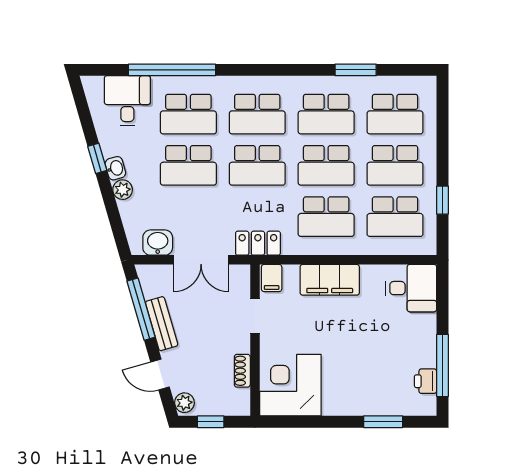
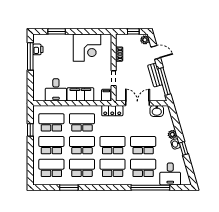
desk: (411, 288) -> (56, 90), moved, turned -90
corner desk: (290, 385) -> (87, 48), moved

